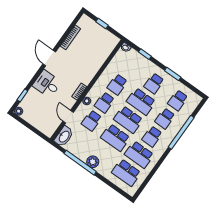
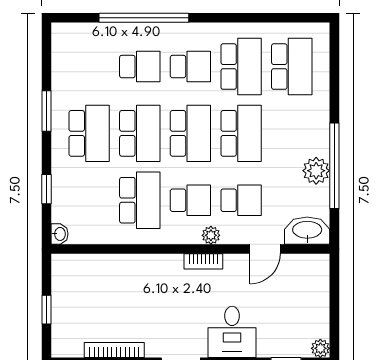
school desk: (154, 83) -> (89, 133), width x1.85
school desk: (117, 85) -> (140, 200), width x1.85
school desk: (178, 100) -> (89, 67), removed
plant: (93, 162) -> (316, 171), moved

